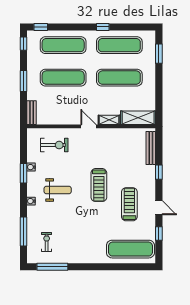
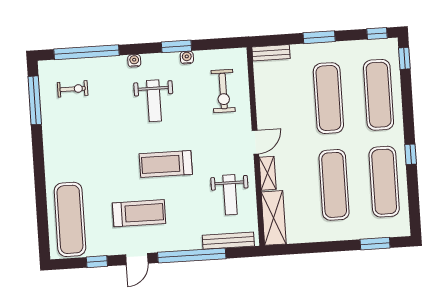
weight bench: (121, 145) -> (230, 195), added
window: (159, 172) -> (192, 256), width x3.17
window: (24, 231) -> (86, 52), width x1.46

